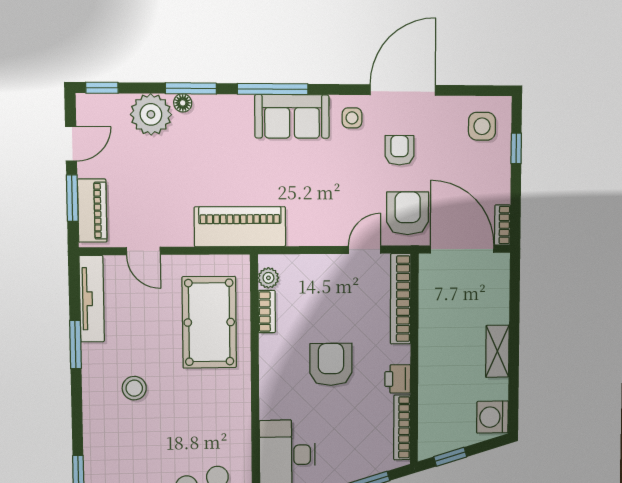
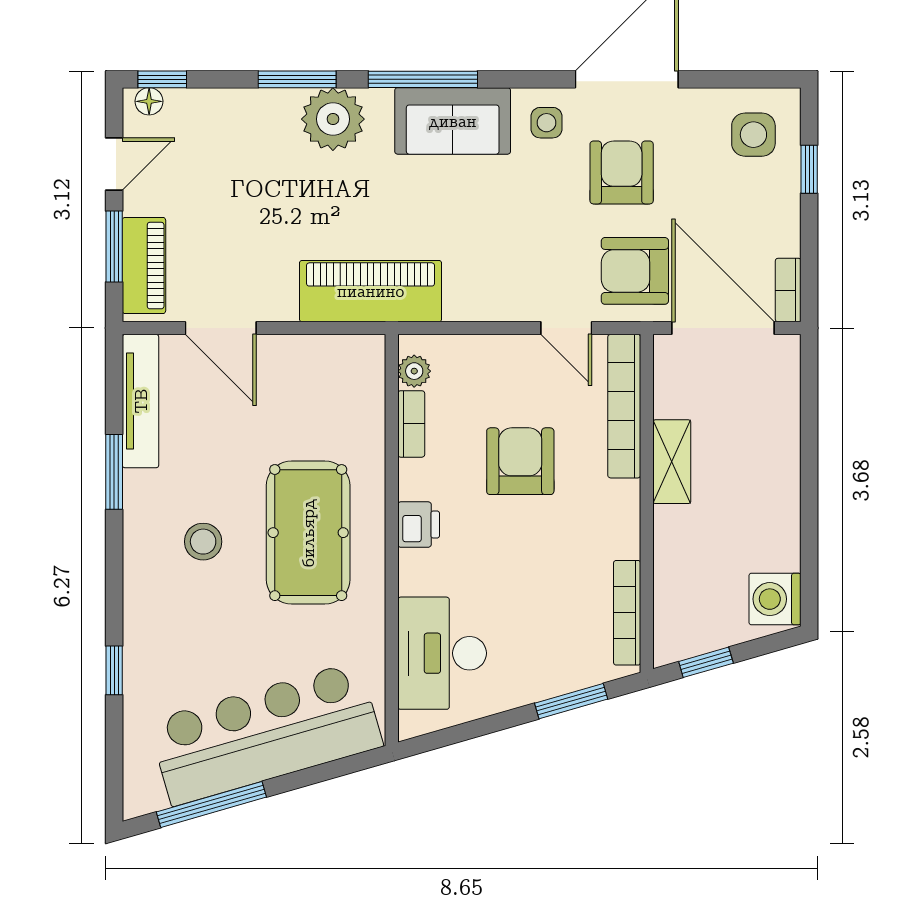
floor lamp: (183, 103) -> (149, 101), moved
plant: (151, 114) -> (333, 119), moved
armchair: (399, 150) -> (622, 172), width x1.38, depth x1.38
armchair: (408, 213) -> (635, 271), turned -90
door: (364, 250) -> (566, 328), swing flipped
door: (143, 251) -> (221, 328), width x1.38
pool table: (209, 322) -> (308, 533), moved
shelving: (497, 351) -> (672, 462), moved
armchair: (331, 364) -> (520, 461), moved
printer: (398, 379) -> (419, 525), moved, turned 180

